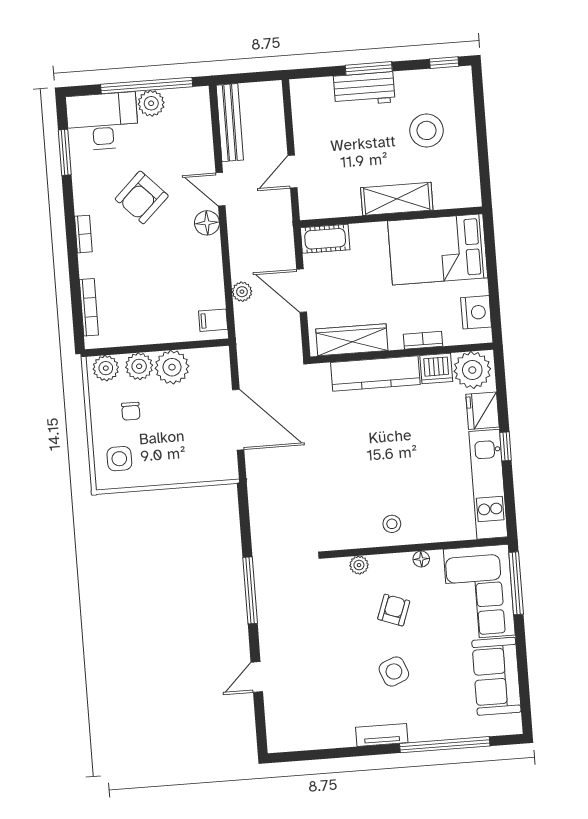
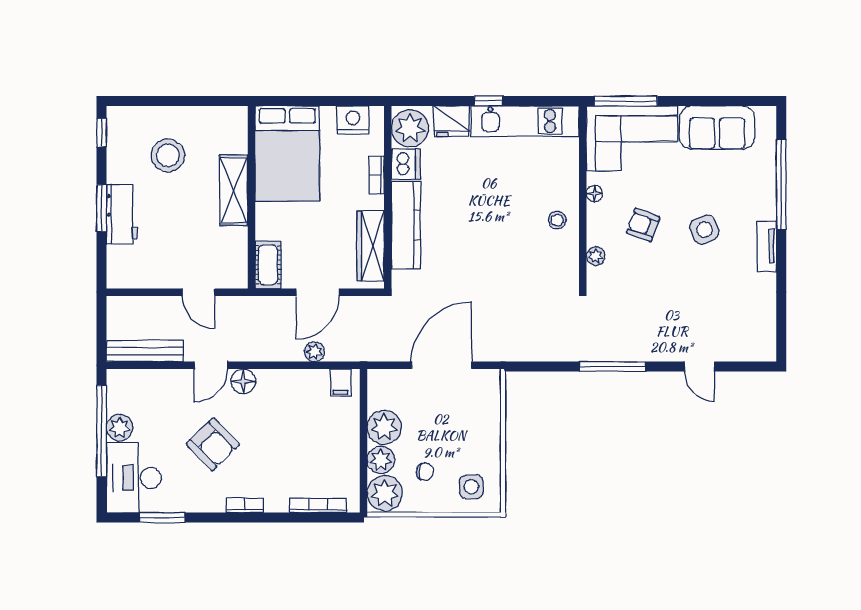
plant: (106, 368) -> (385, 493), width x1.36, depth x1.36

